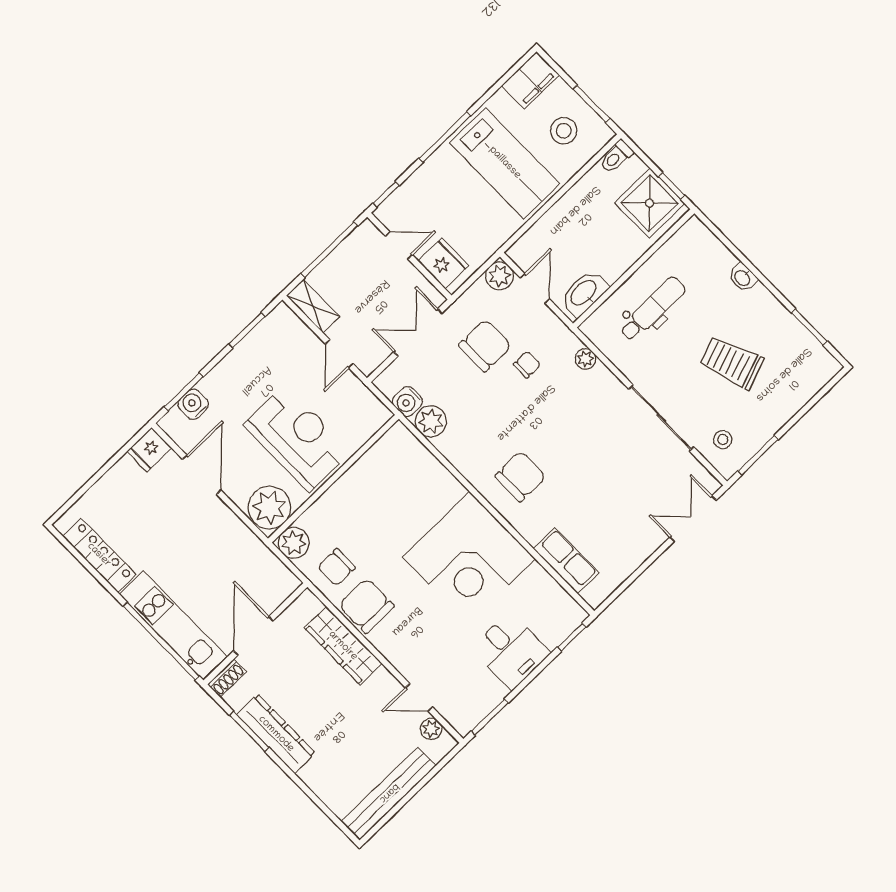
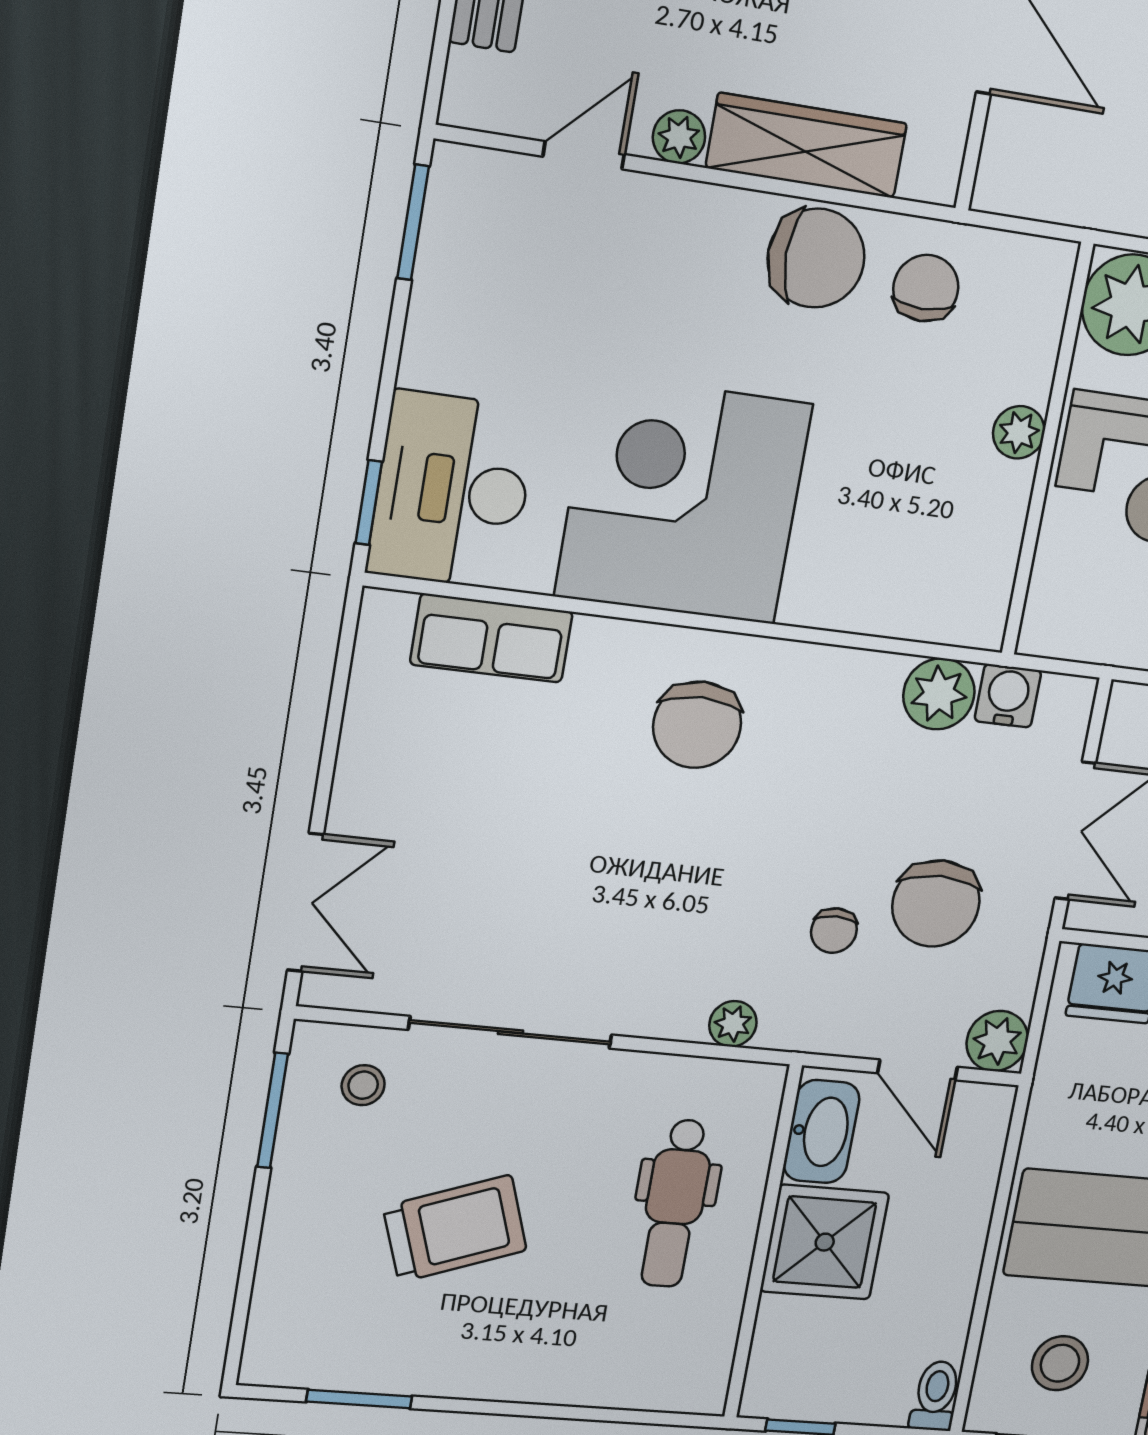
shower: (650, 203) -> (825, 1242), moved
washbasin: (743, 278) -> (551, 1383), removed
plant: (294, 543) -> (1019, 432), moved, width x0.73, depth x0.73
desk: (511, 651) -> (452, 490), moved, width x1.37
plant: (431, 729) -> (679, 137), moved

